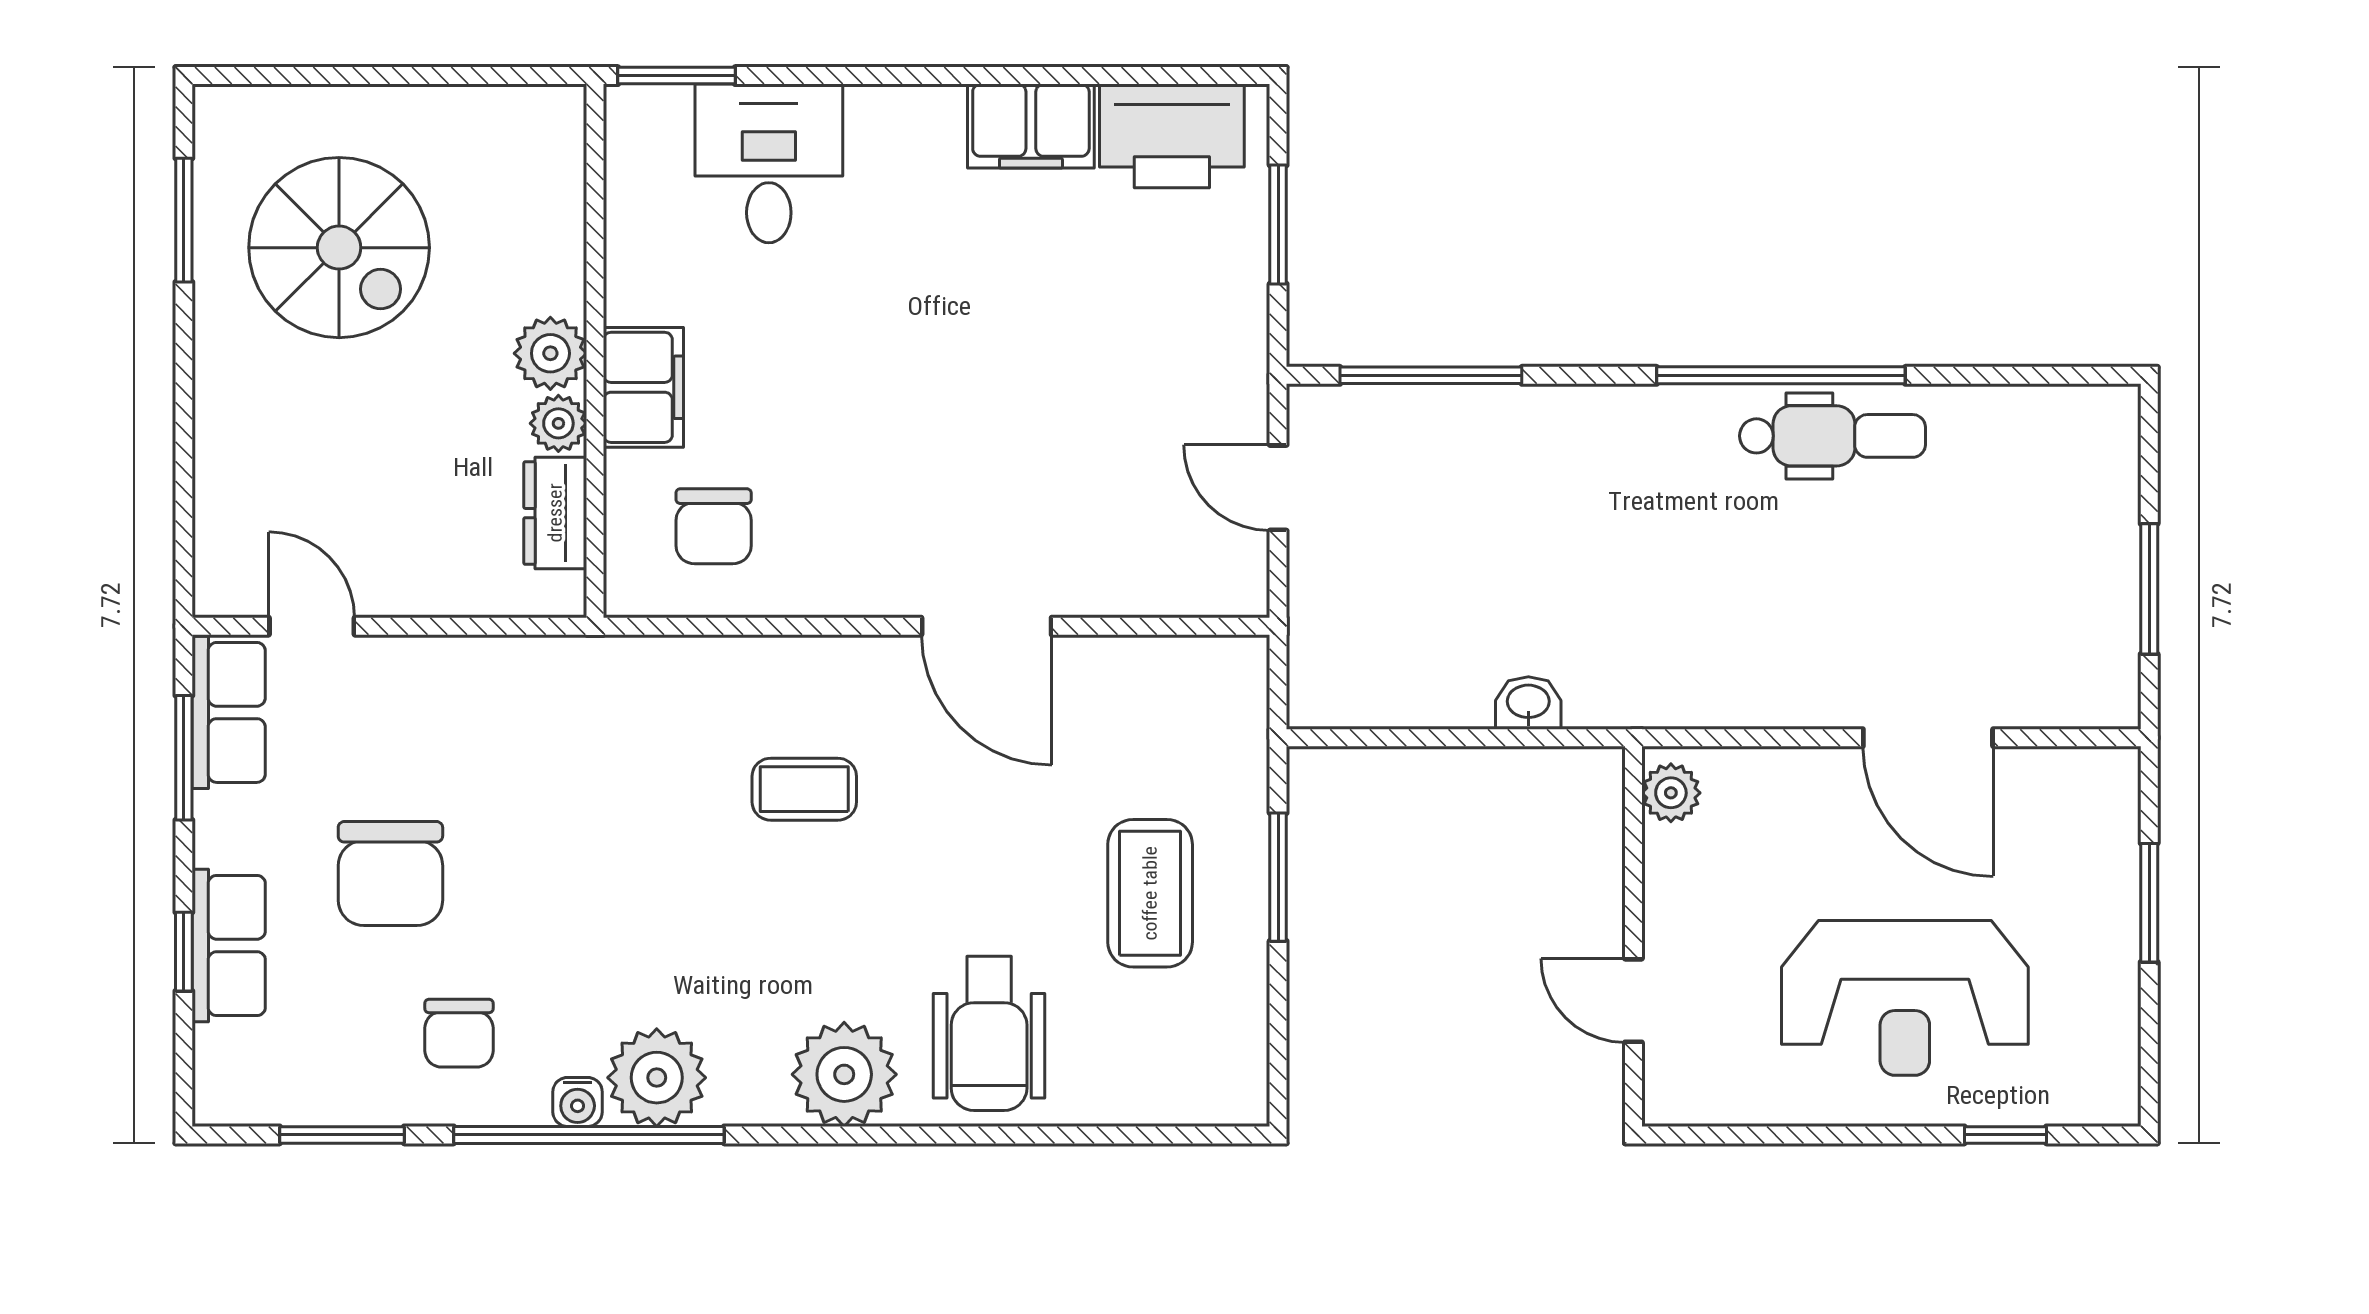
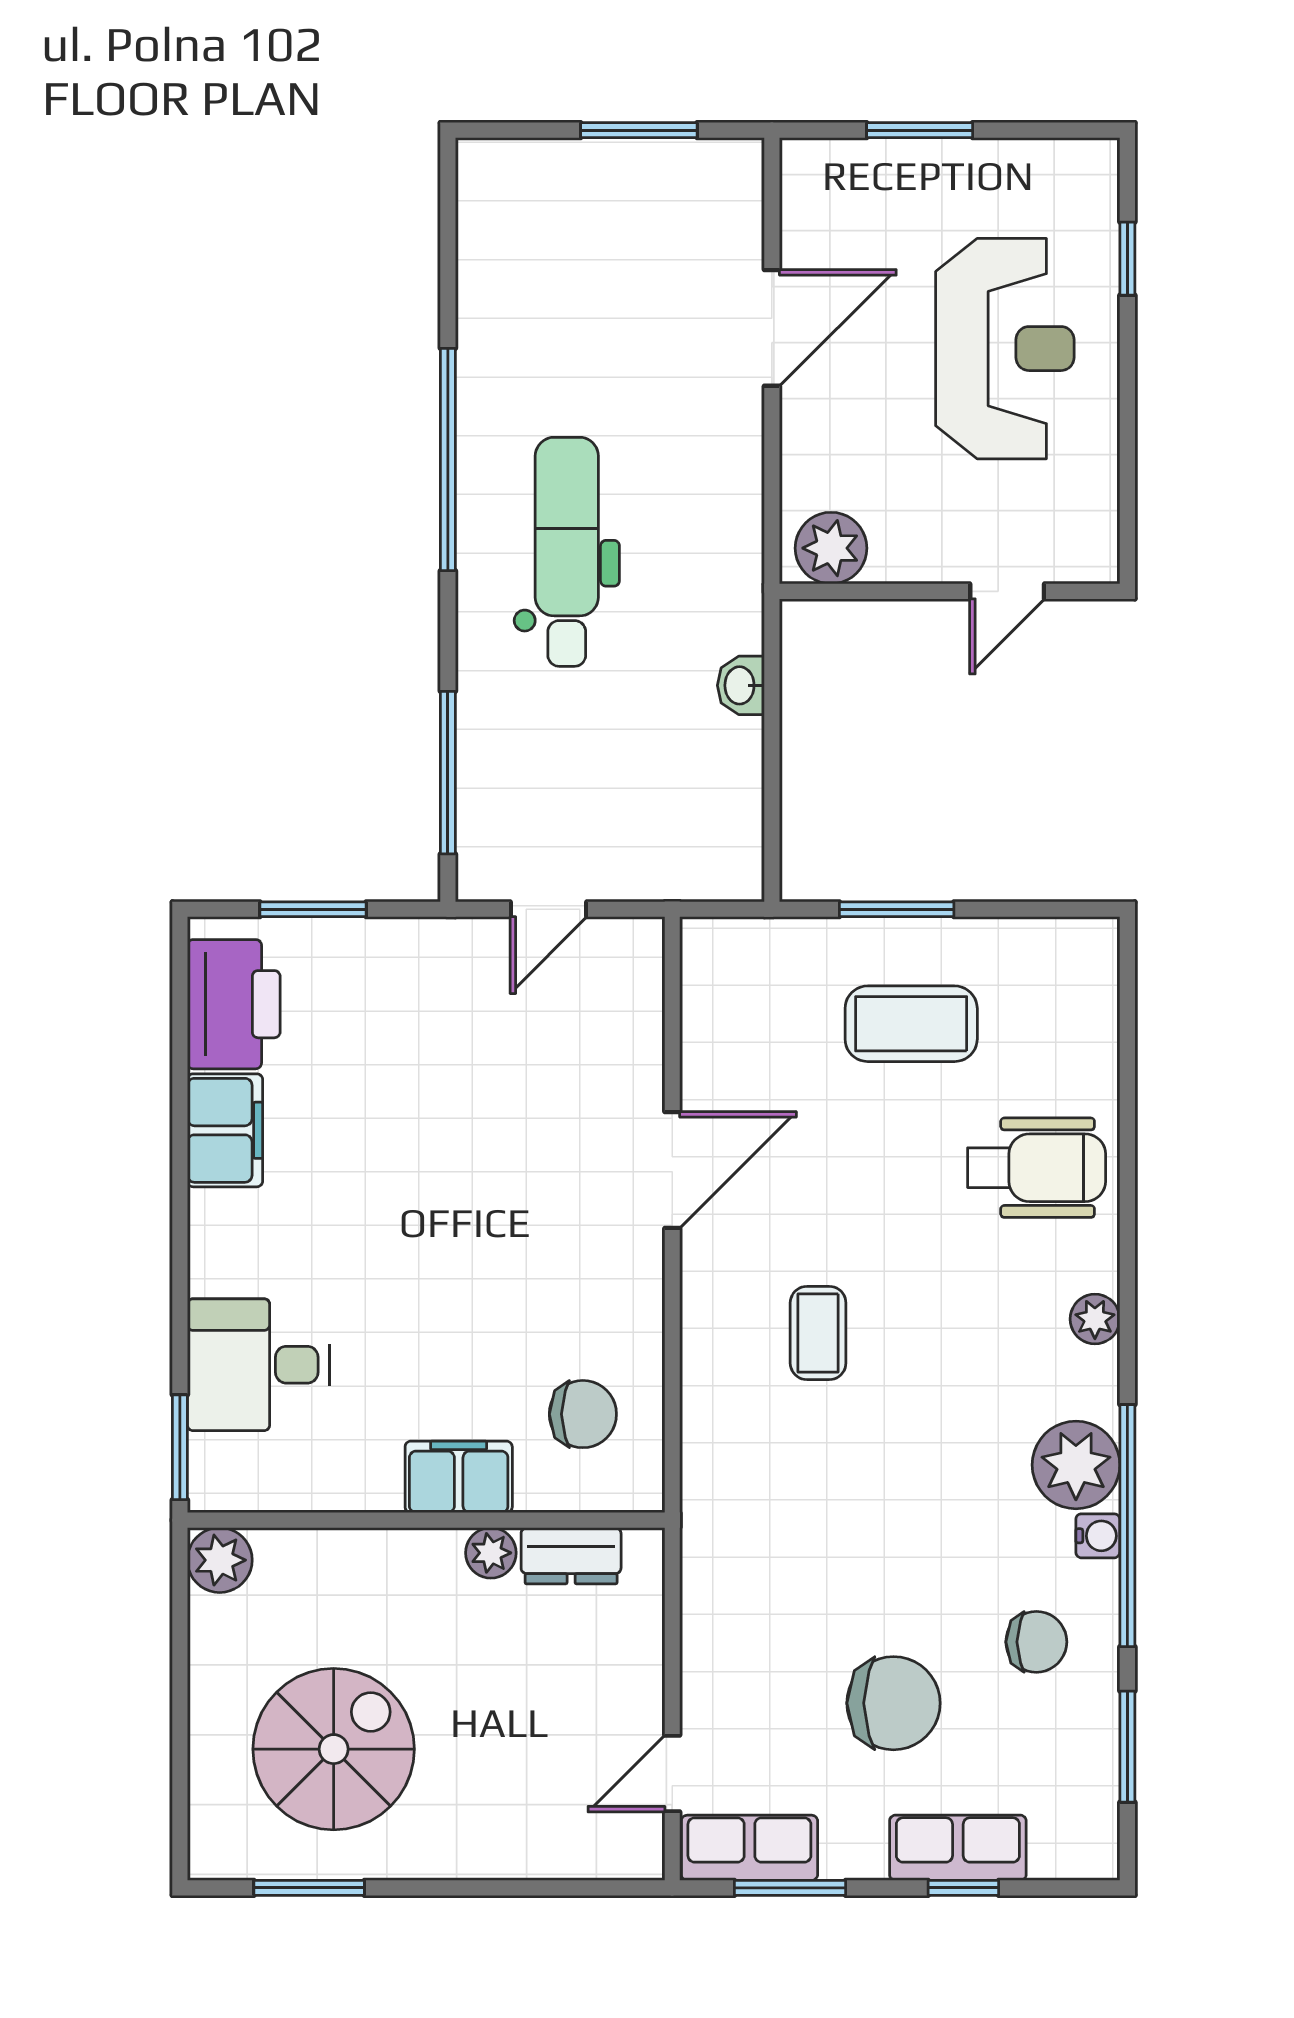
plant: (550, 353) -> (220, 1560), moved
dental chair: (1833, 436) -> (567, 552), moved, width x1.36, depth x1.38
plant: (1671, 793) -> (831, 548), width x1.38, depth x1.38
plant: (844, 1074) -> (1095, 1319), width x0.53, depth x0.53

